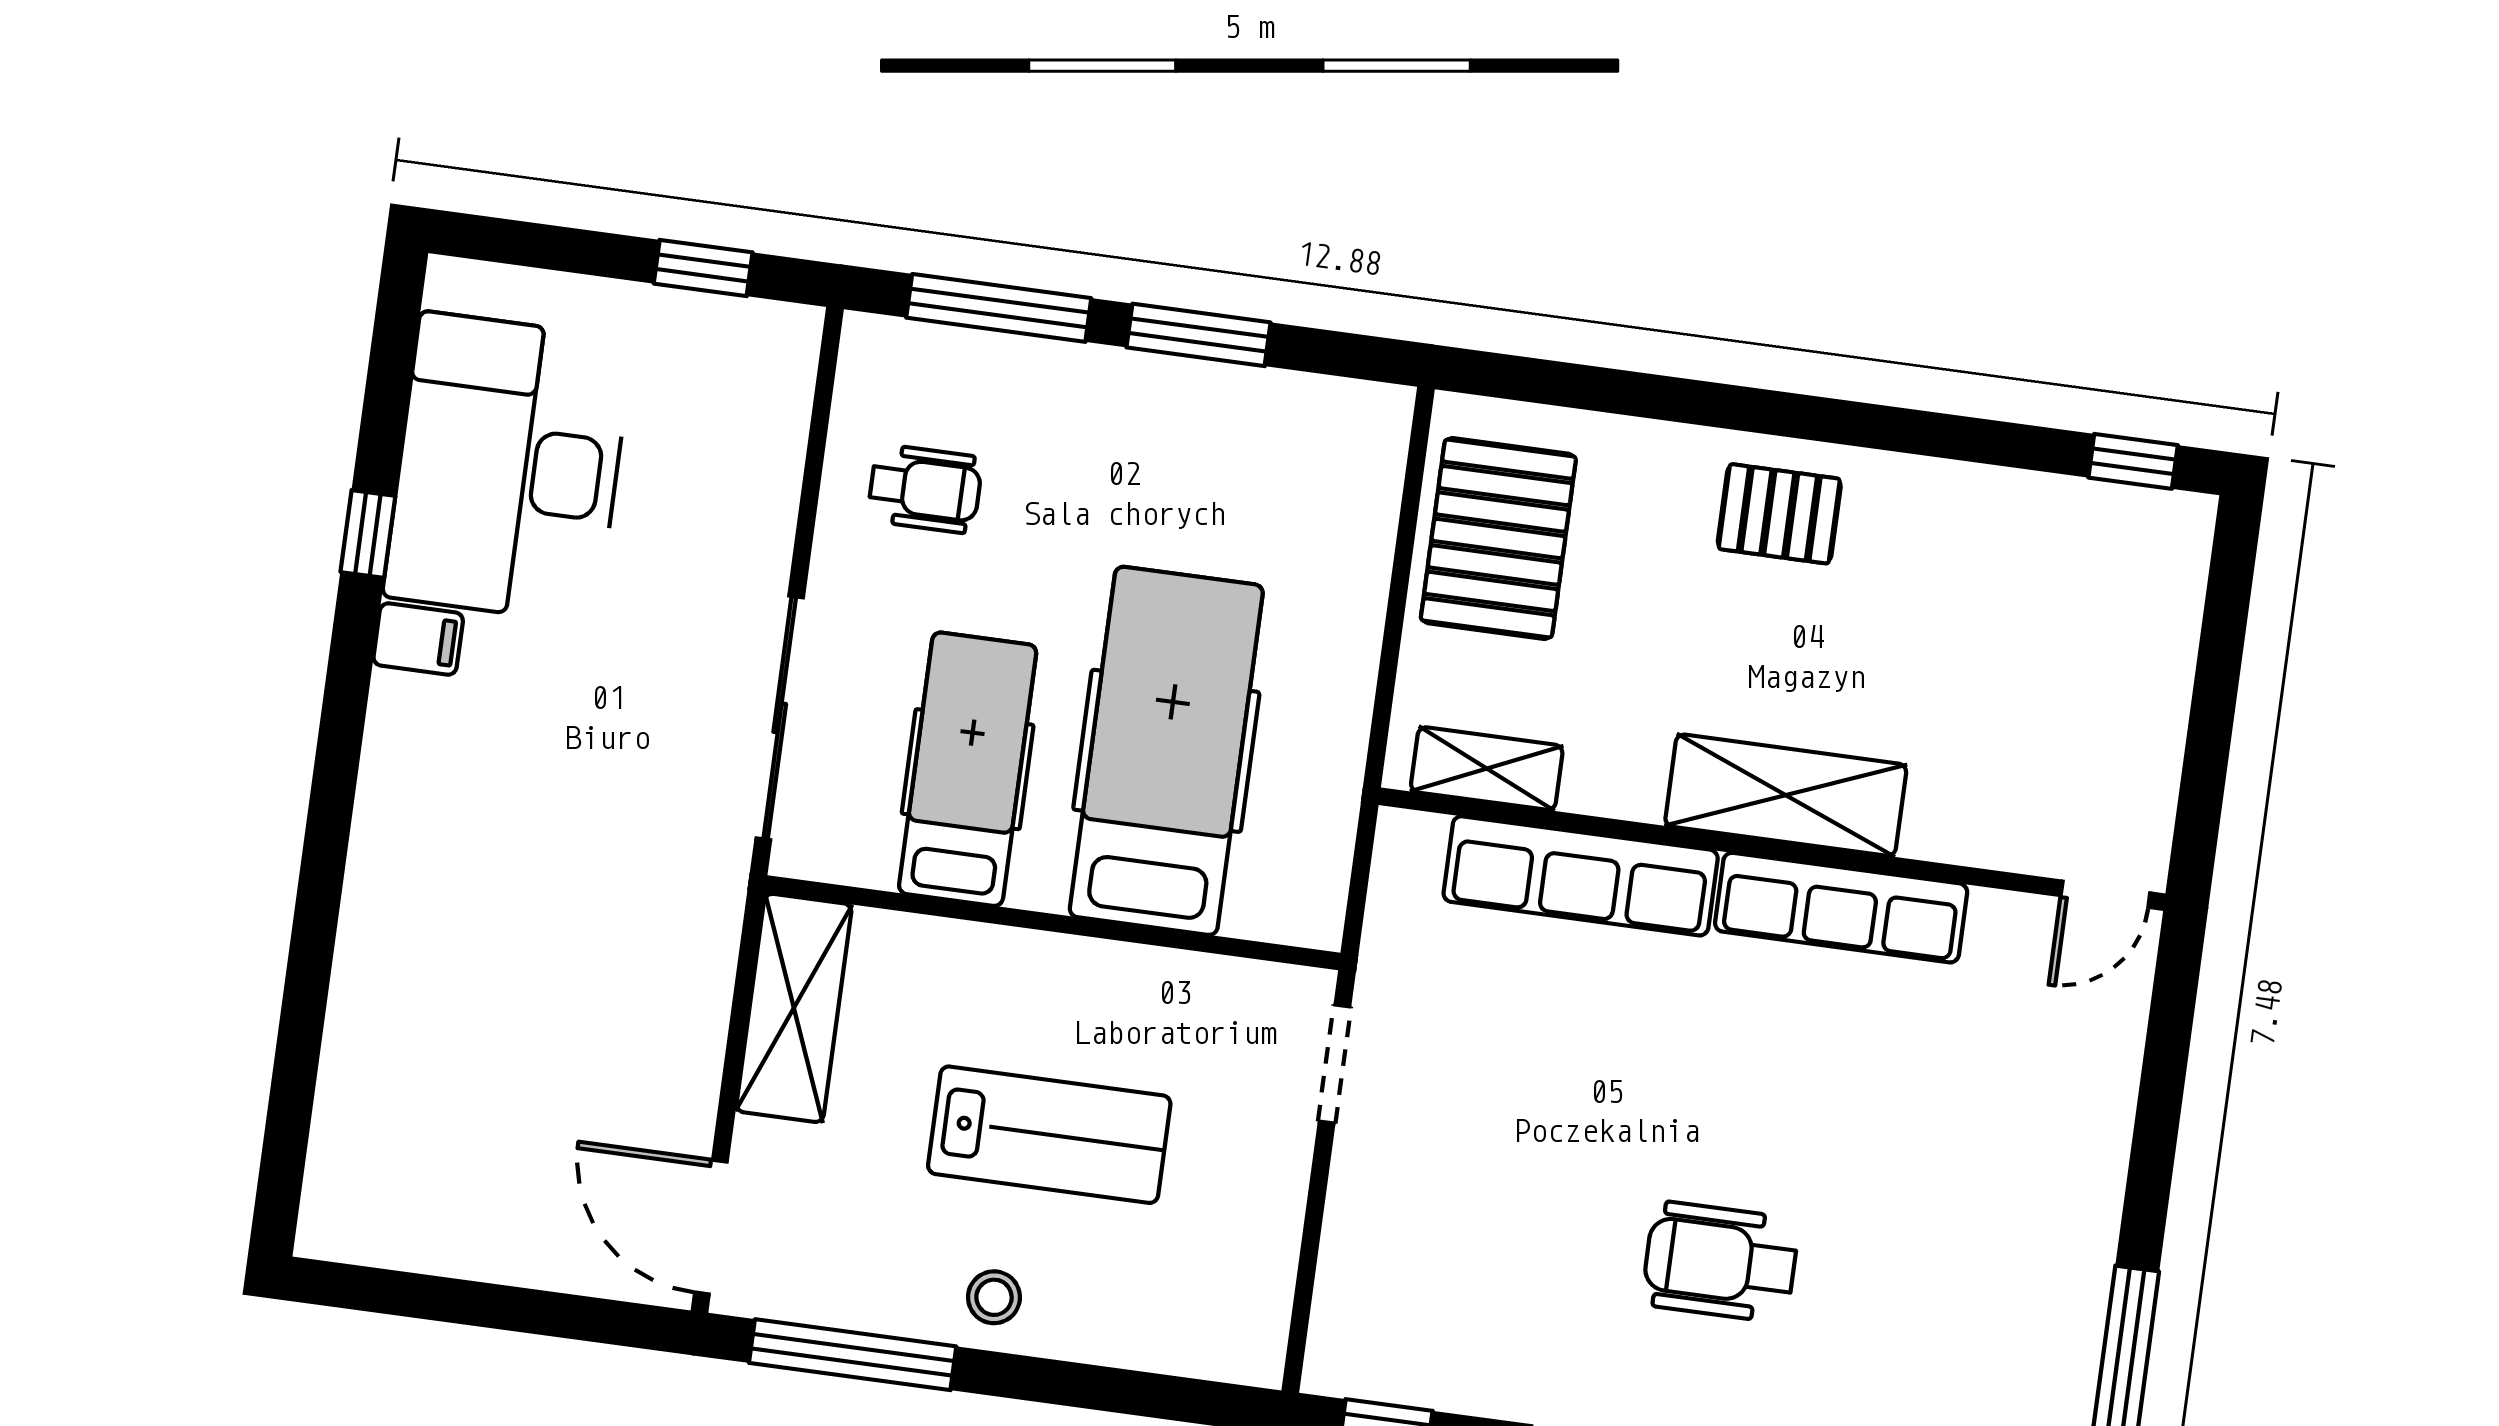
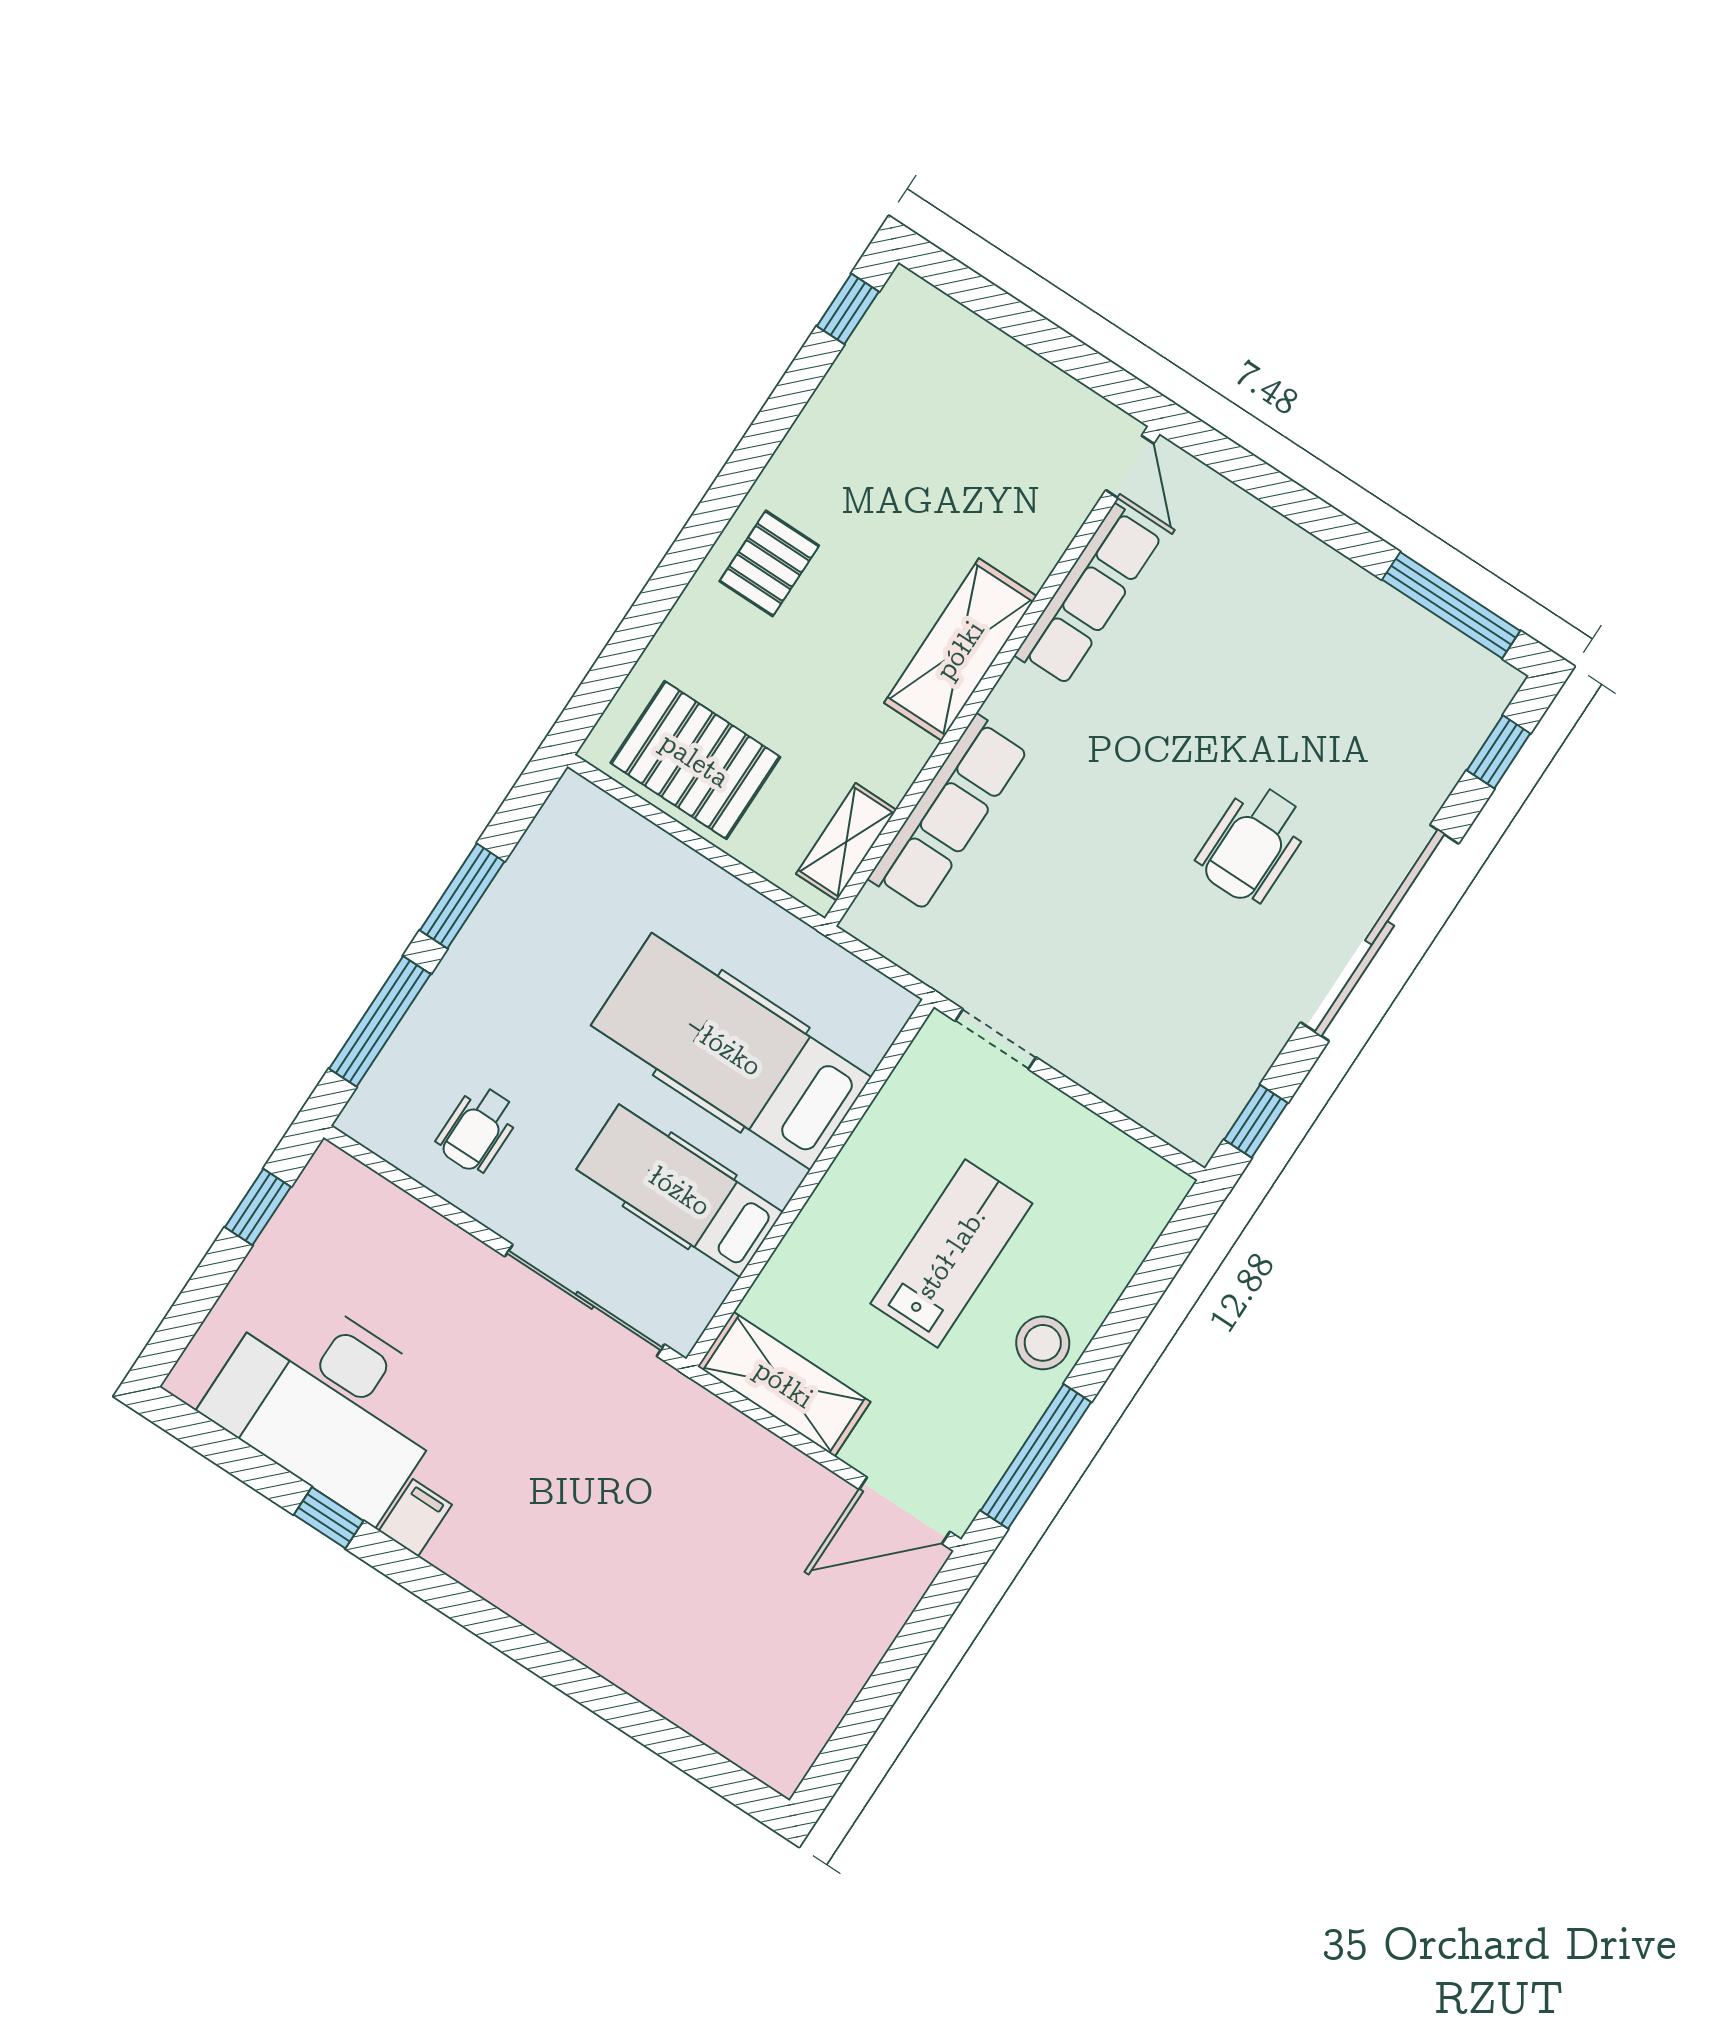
wheelchair: (925, 489) -> (478, 1129), turned 180
row of seats: (1841, 908) -> (1089, 595), moved
stool: (994, 1297) -> (1043, 1343), width x1.37, depth x1.37

